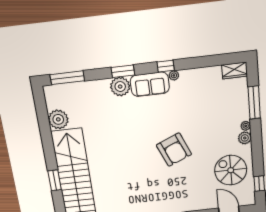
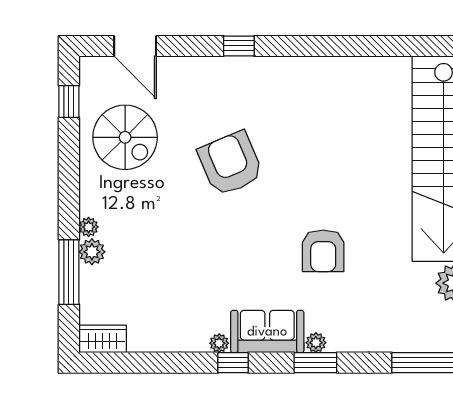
plant: (120, 87) -> (316, 343), width x0.53, depth x0.53
armchair: (127, 128) -> (323, 251), added
plant: (245, 138) -> (92, 252), moved
armchair: (174, 150) -> (230, 163), moved

